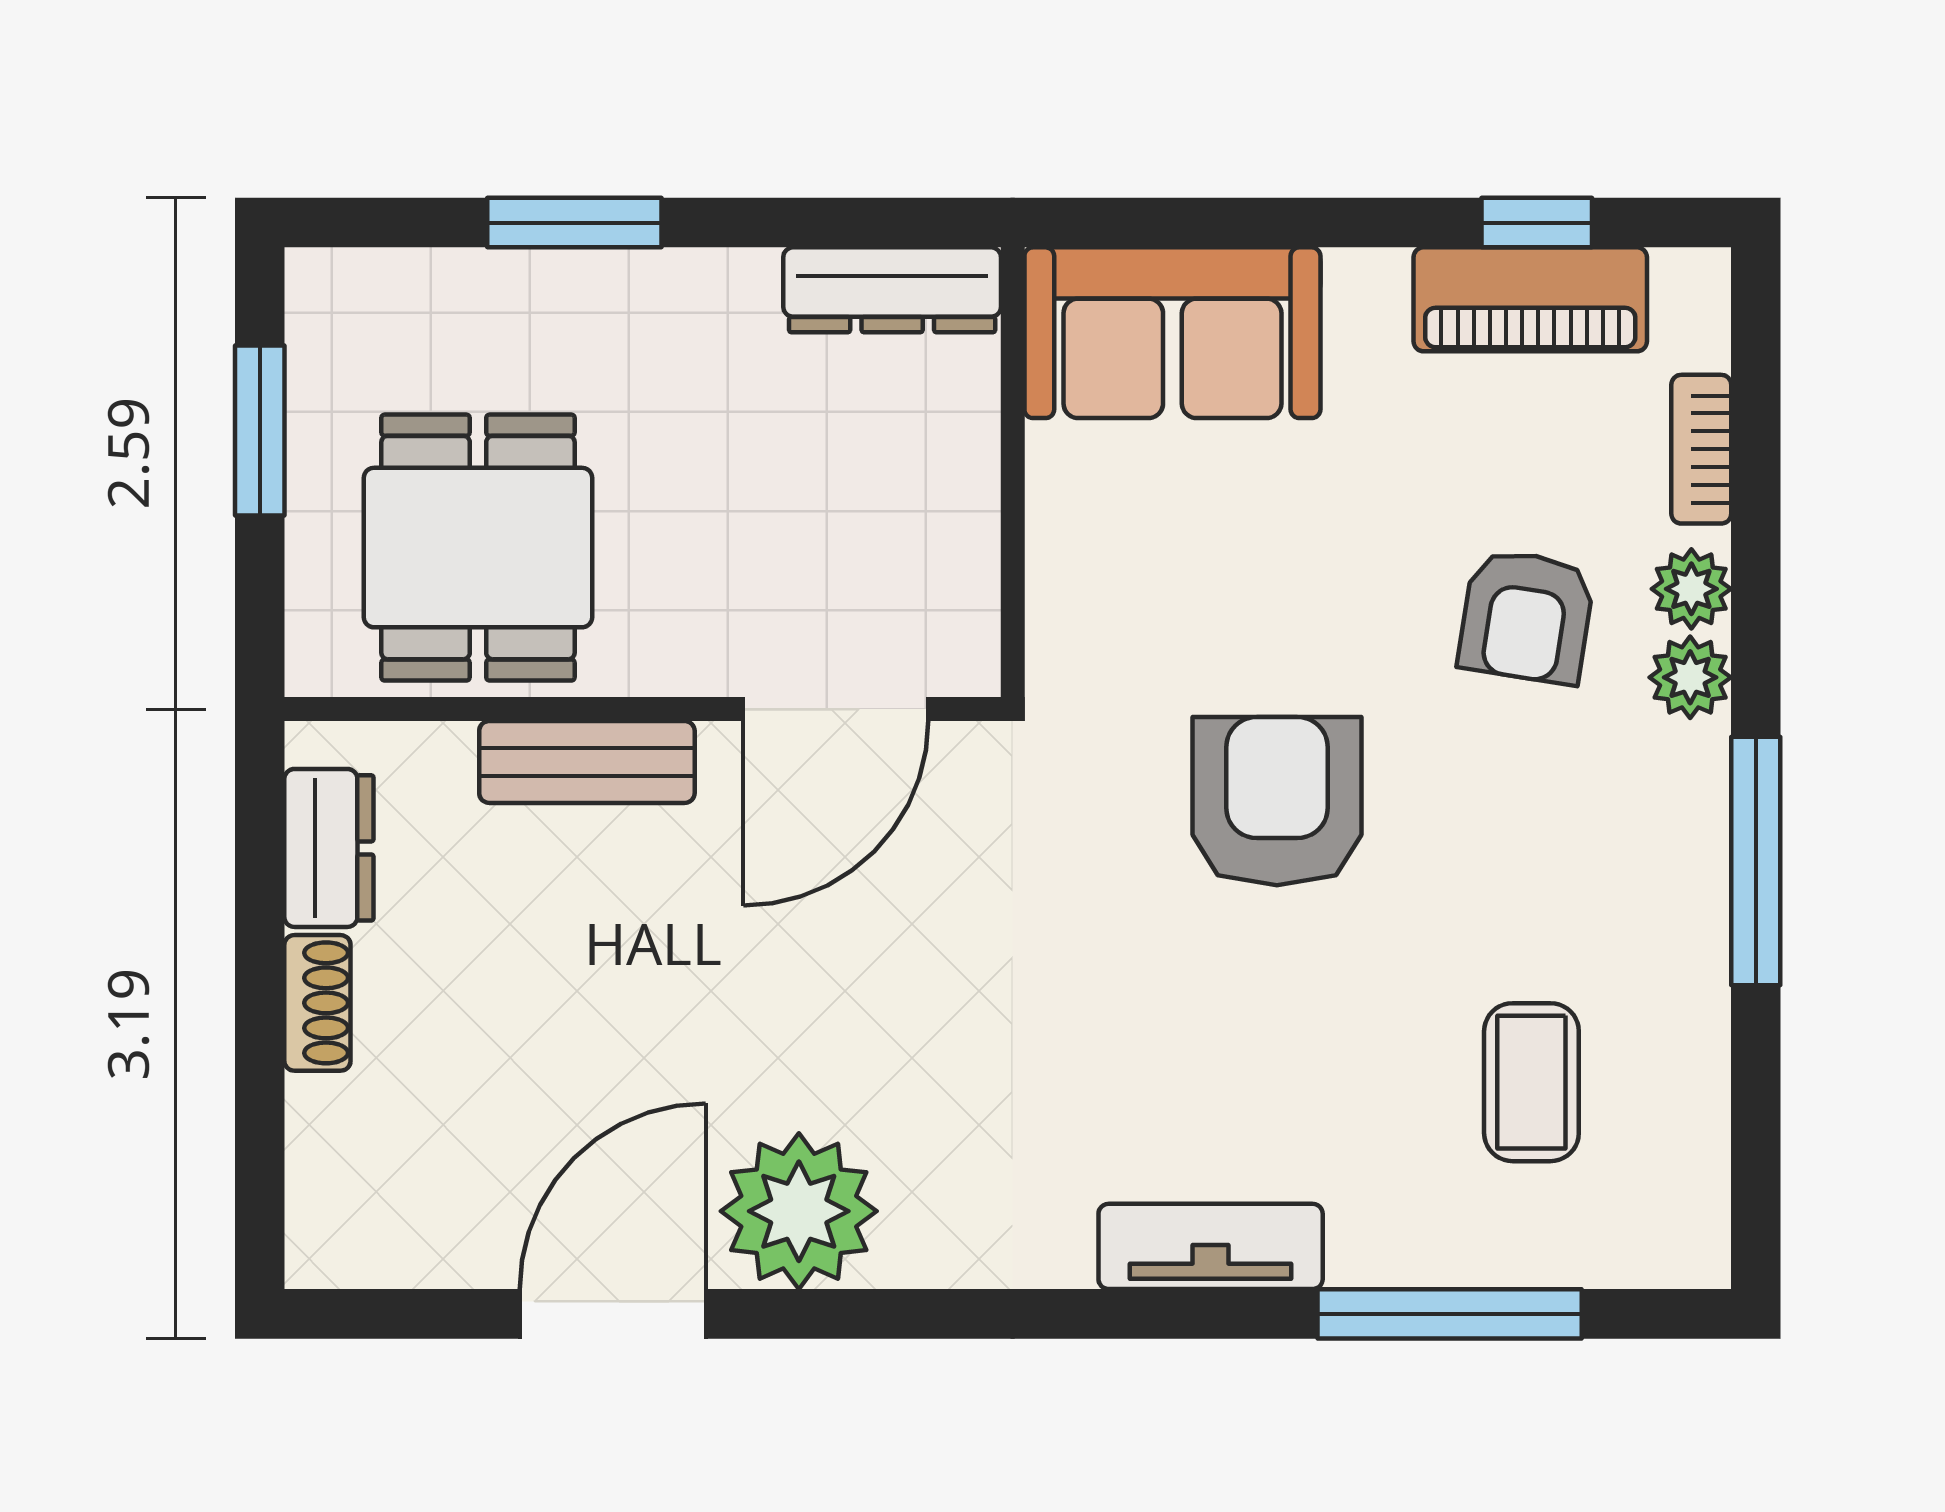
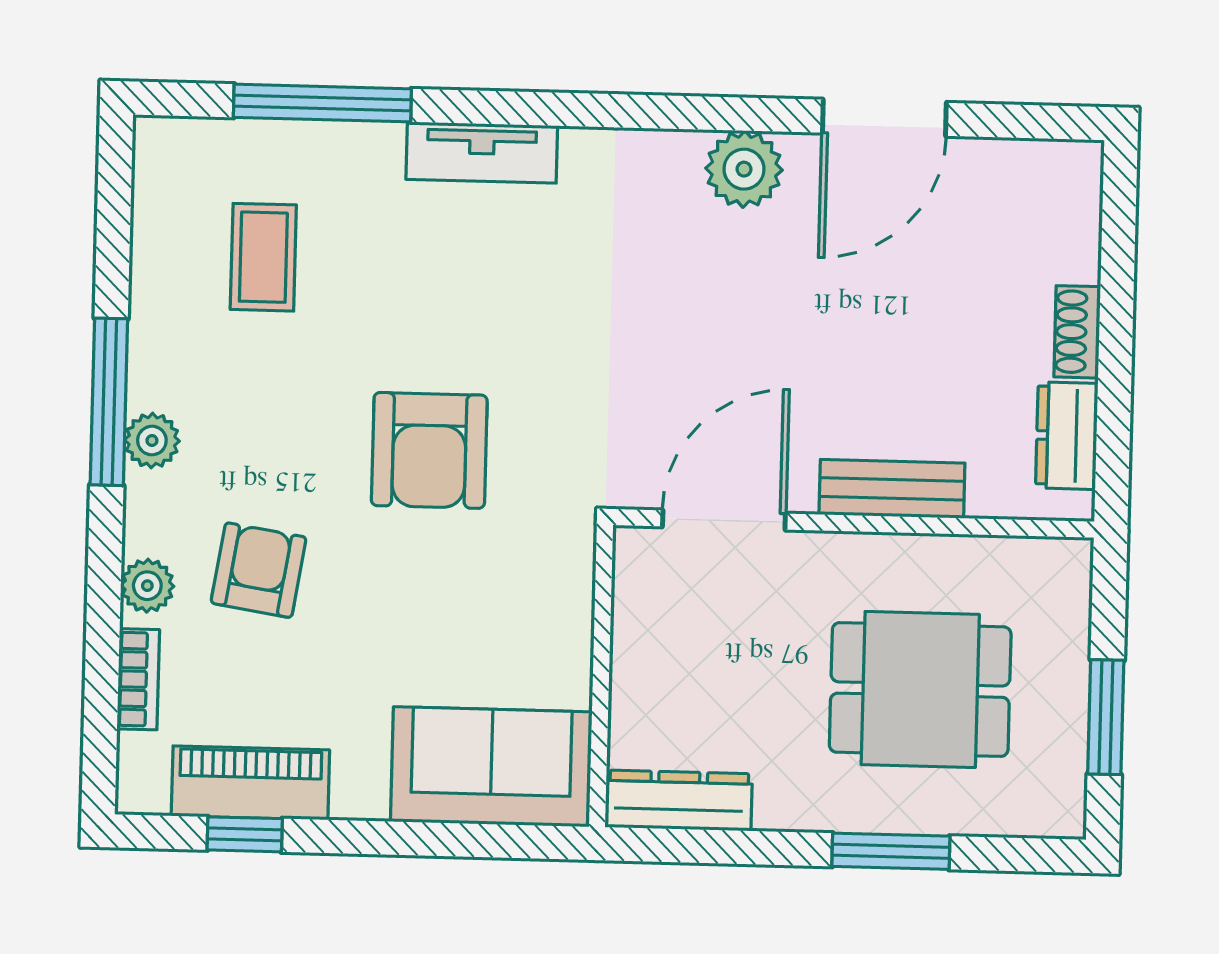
dining table: (478, 548) -> (920, 690), moved, turned 90
plant: (1690, 677) -> (152, 441), moved
plant: (799, 1211) -> (744, 169), width x0.73, depth x0.73

